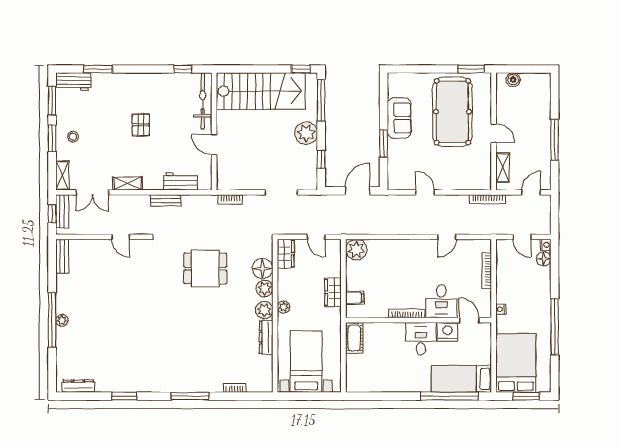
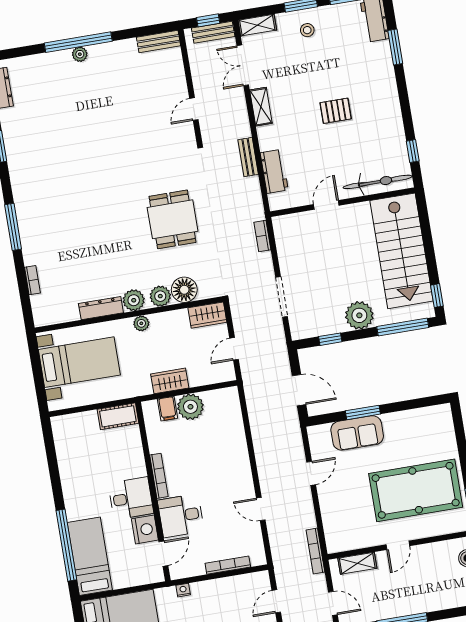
sofa: (399, 118) -> (357, 433), moved
plant: (356, 250) -> (190, 407), moved

